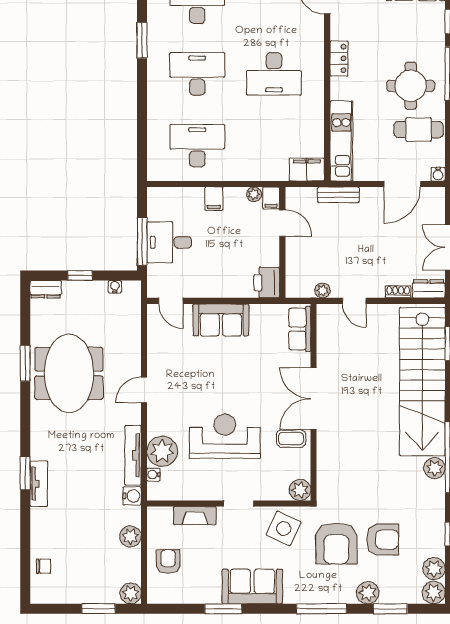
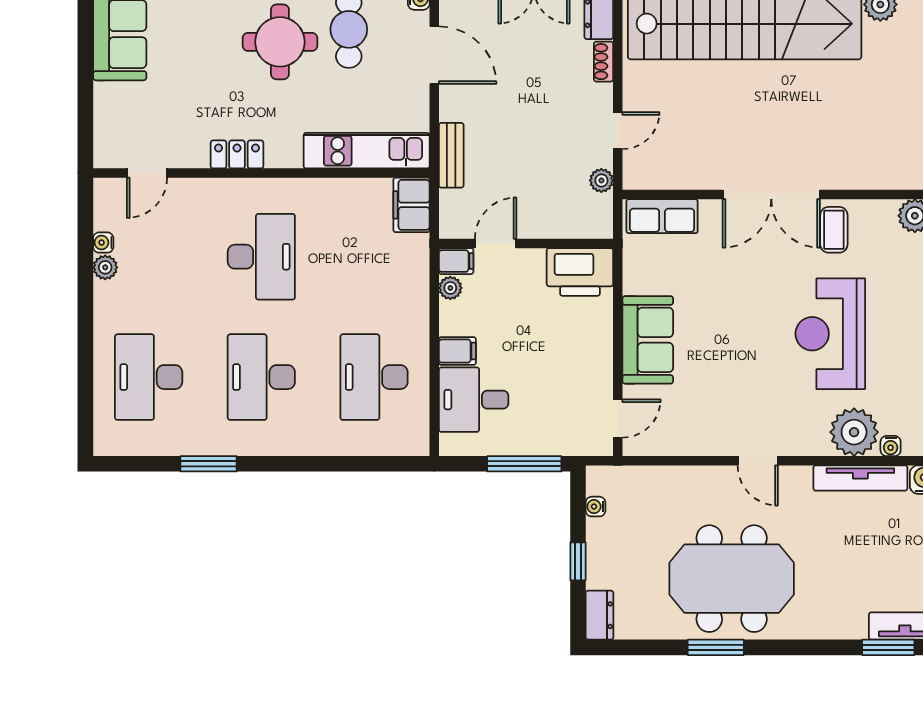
desk: (169, 242) -> (474, 400), moved, turned 90
printer: (267, 283) -> (580, 272), width x1.37, depth x1.19

